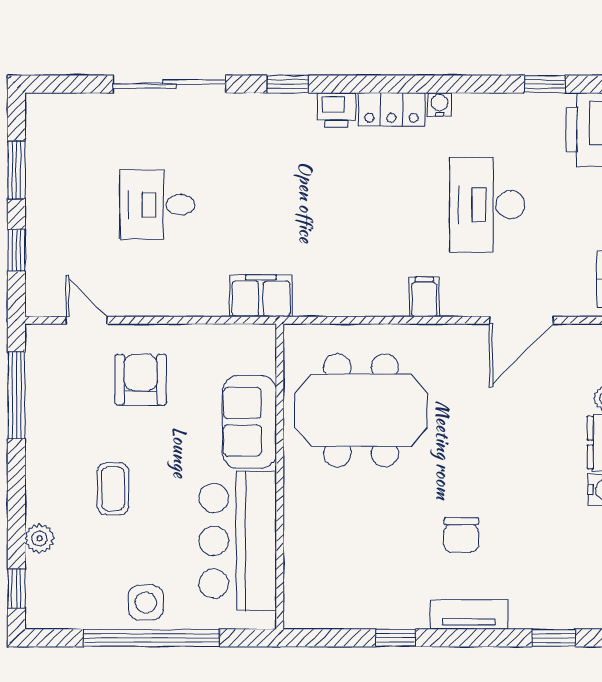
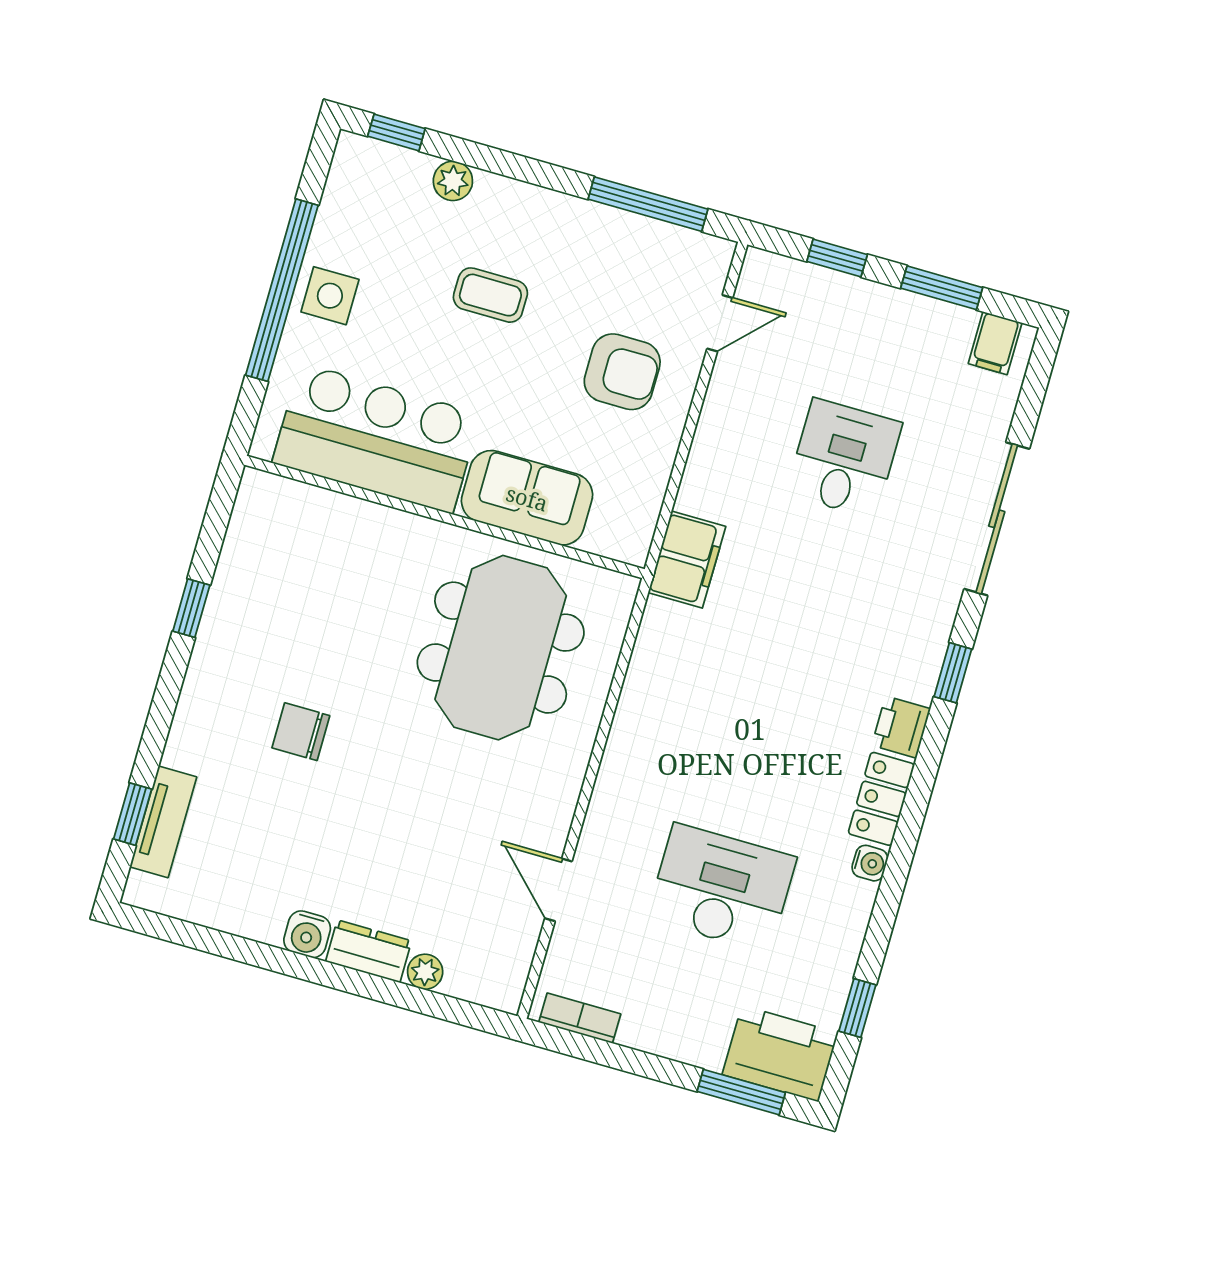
filing cabinet: (424, 297) -> (995, 343), moved, turned 90
door: (521, 320) -> (558, 890), width x0.73
tv unit: (469, 615) -> (163, 822), moved

